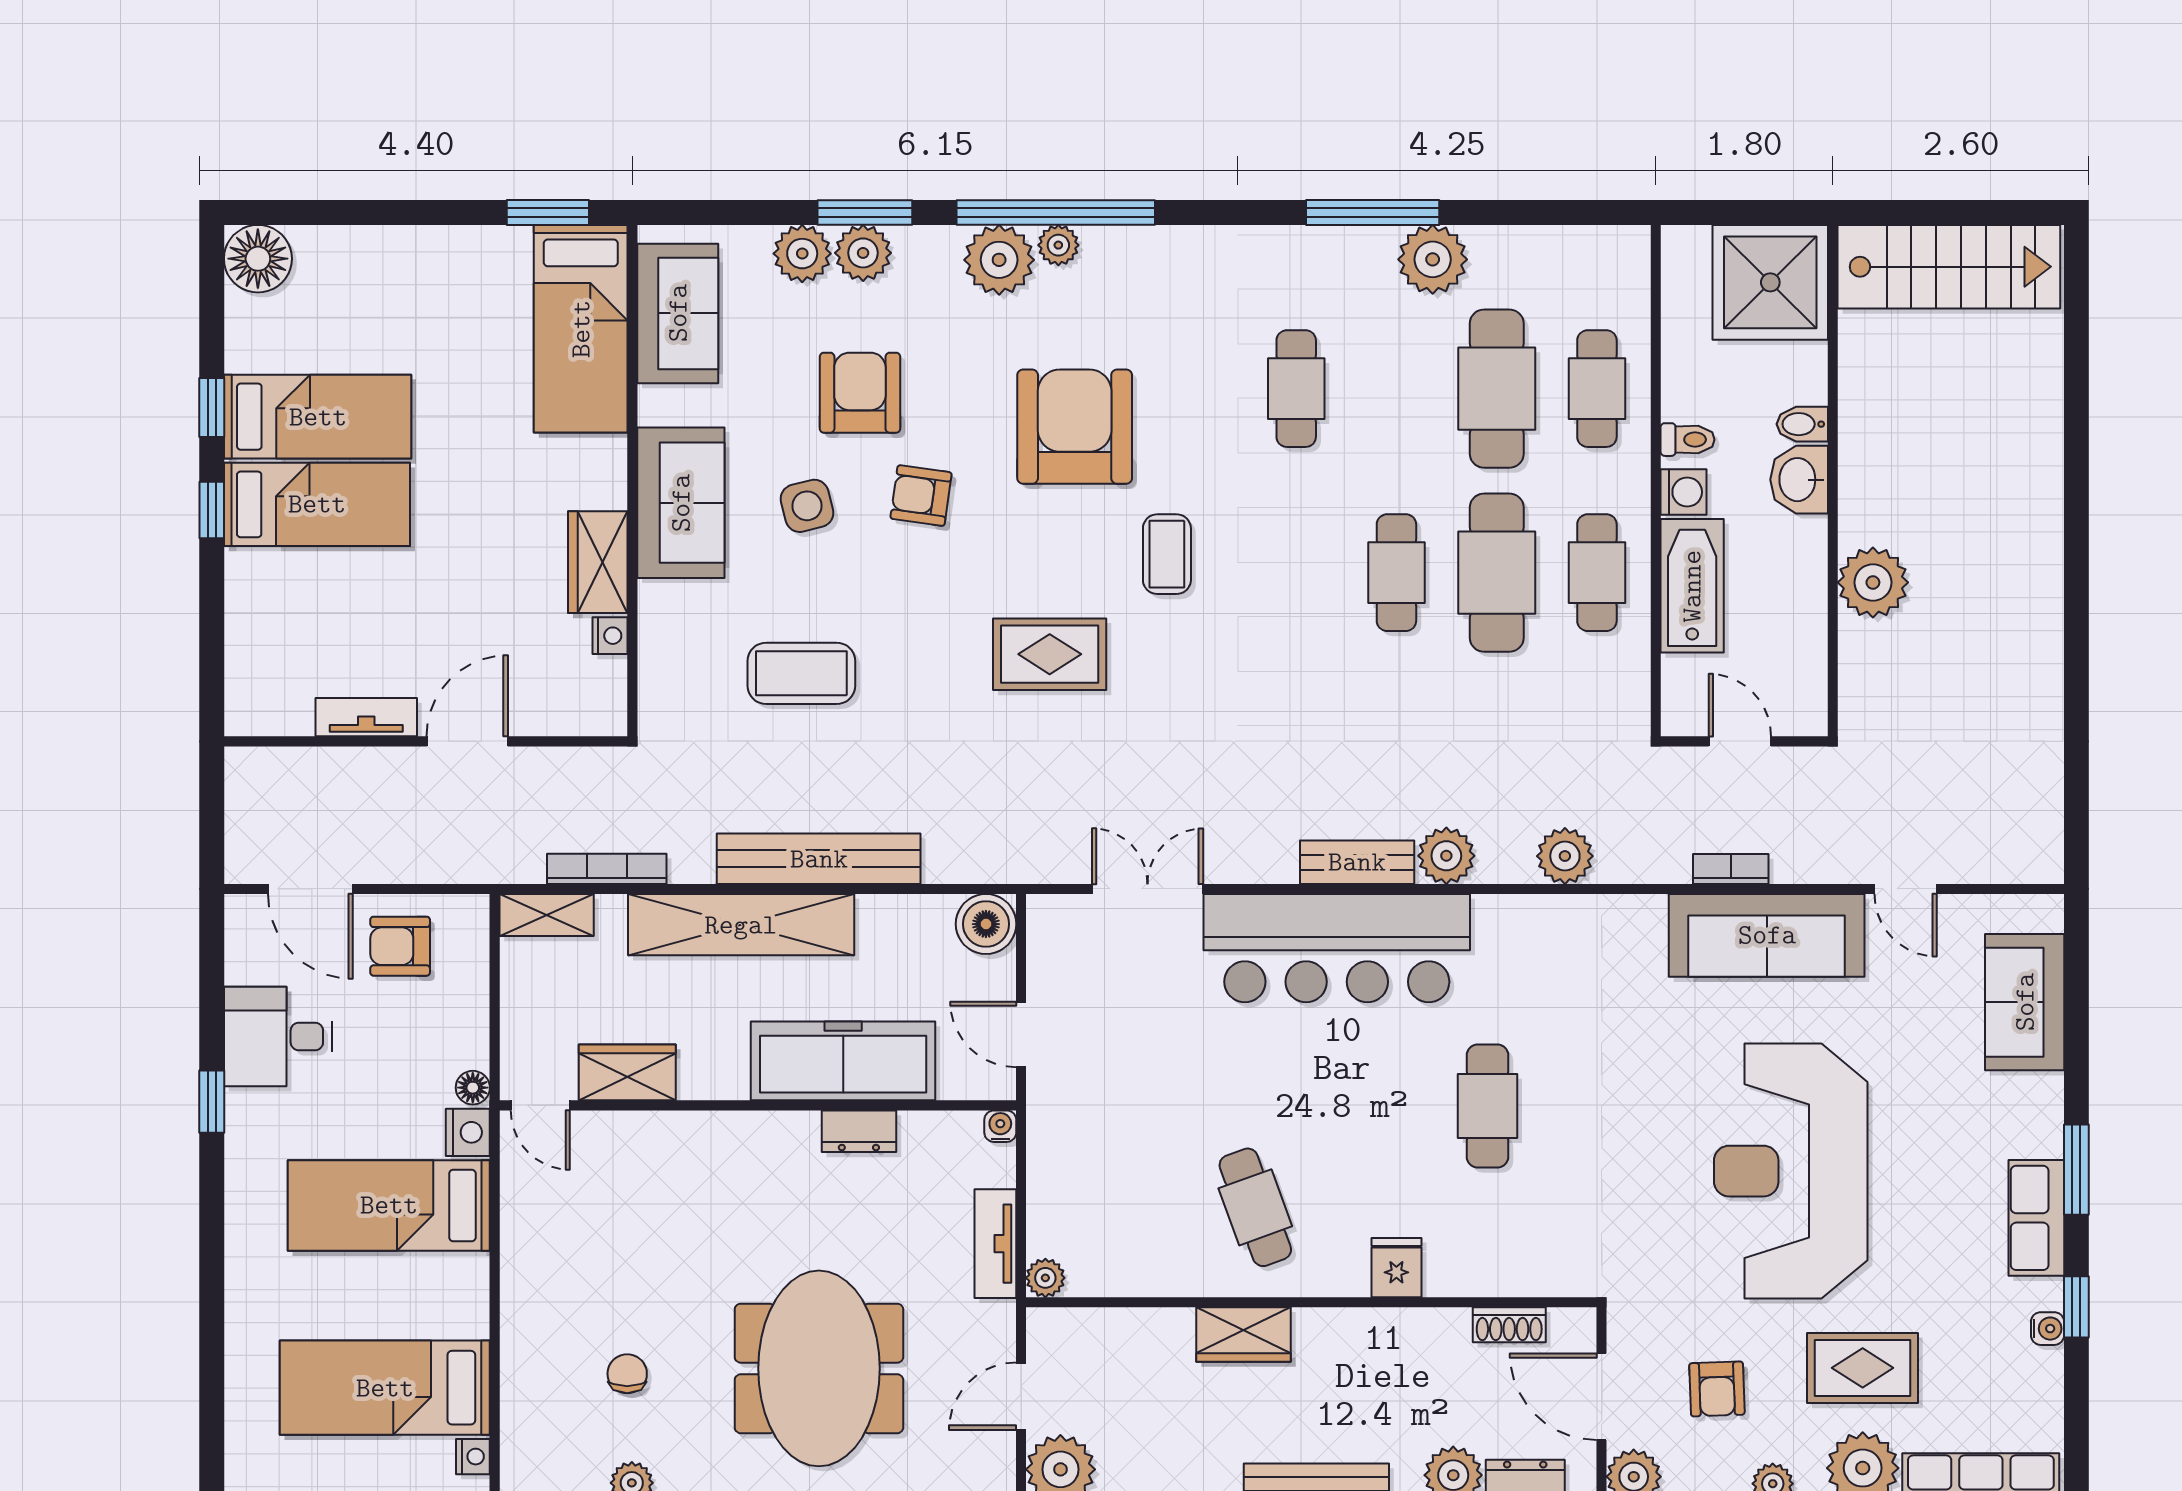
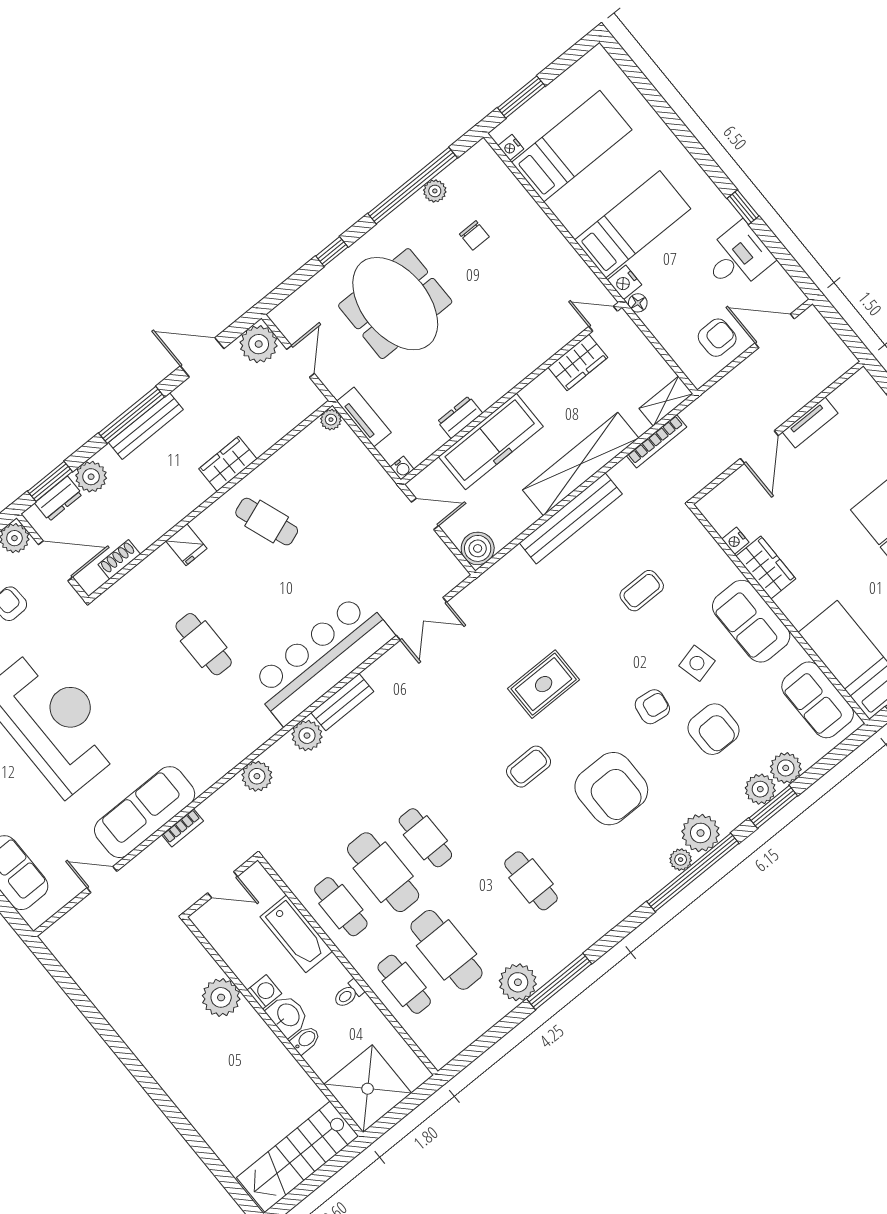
washing machine: (1683, 492) -> (264, 992), moved, turned 180
coffee table: (1167, 554) -> (529, 767), turned 90
coffee table: (801, 673) -> (642, 591), width x0.73, depth x0.77

